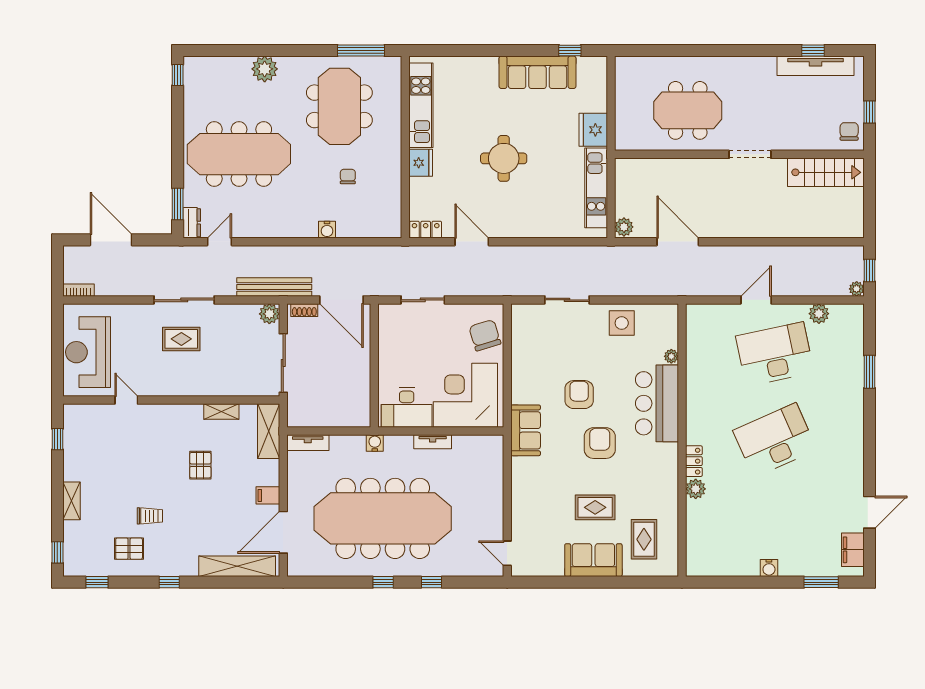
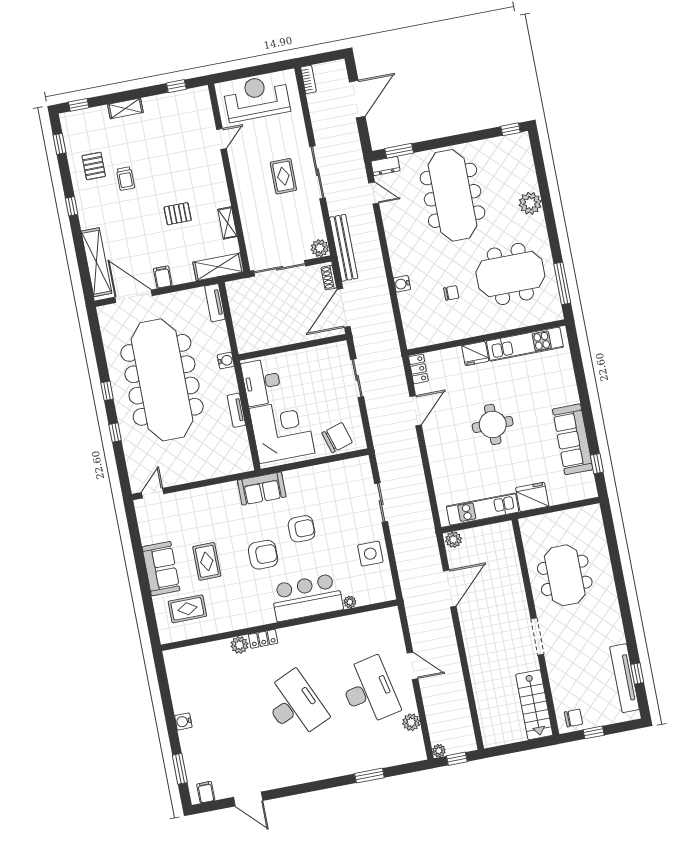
filing cabinet: (853, 550) -> (206, 792), width x0.50

